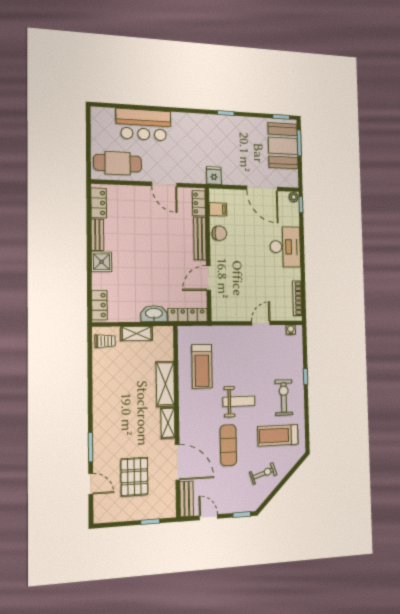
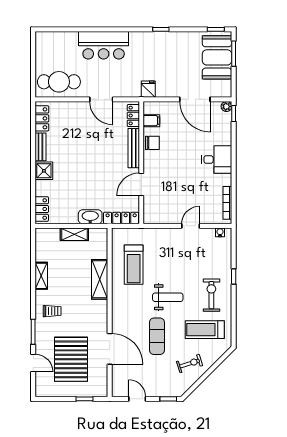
bar counter: (144, 125) -> (104, 45), moved
desk: (285, 247) -> (217, 159), width x0.73
trolley: (105, 341) -> (52, 311), moved
shelving: (168, 423) -> (41, 276), moved
pallet: (134, 477) -> (71, 359), width x1.37, depth x1.41
bench: (187, 499) -> (117, 381), removed

